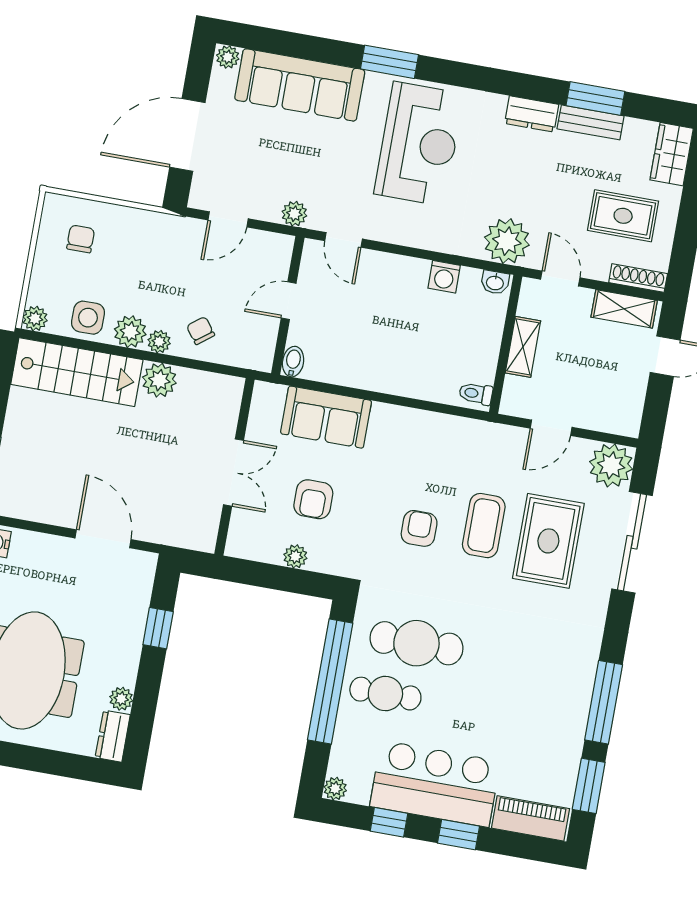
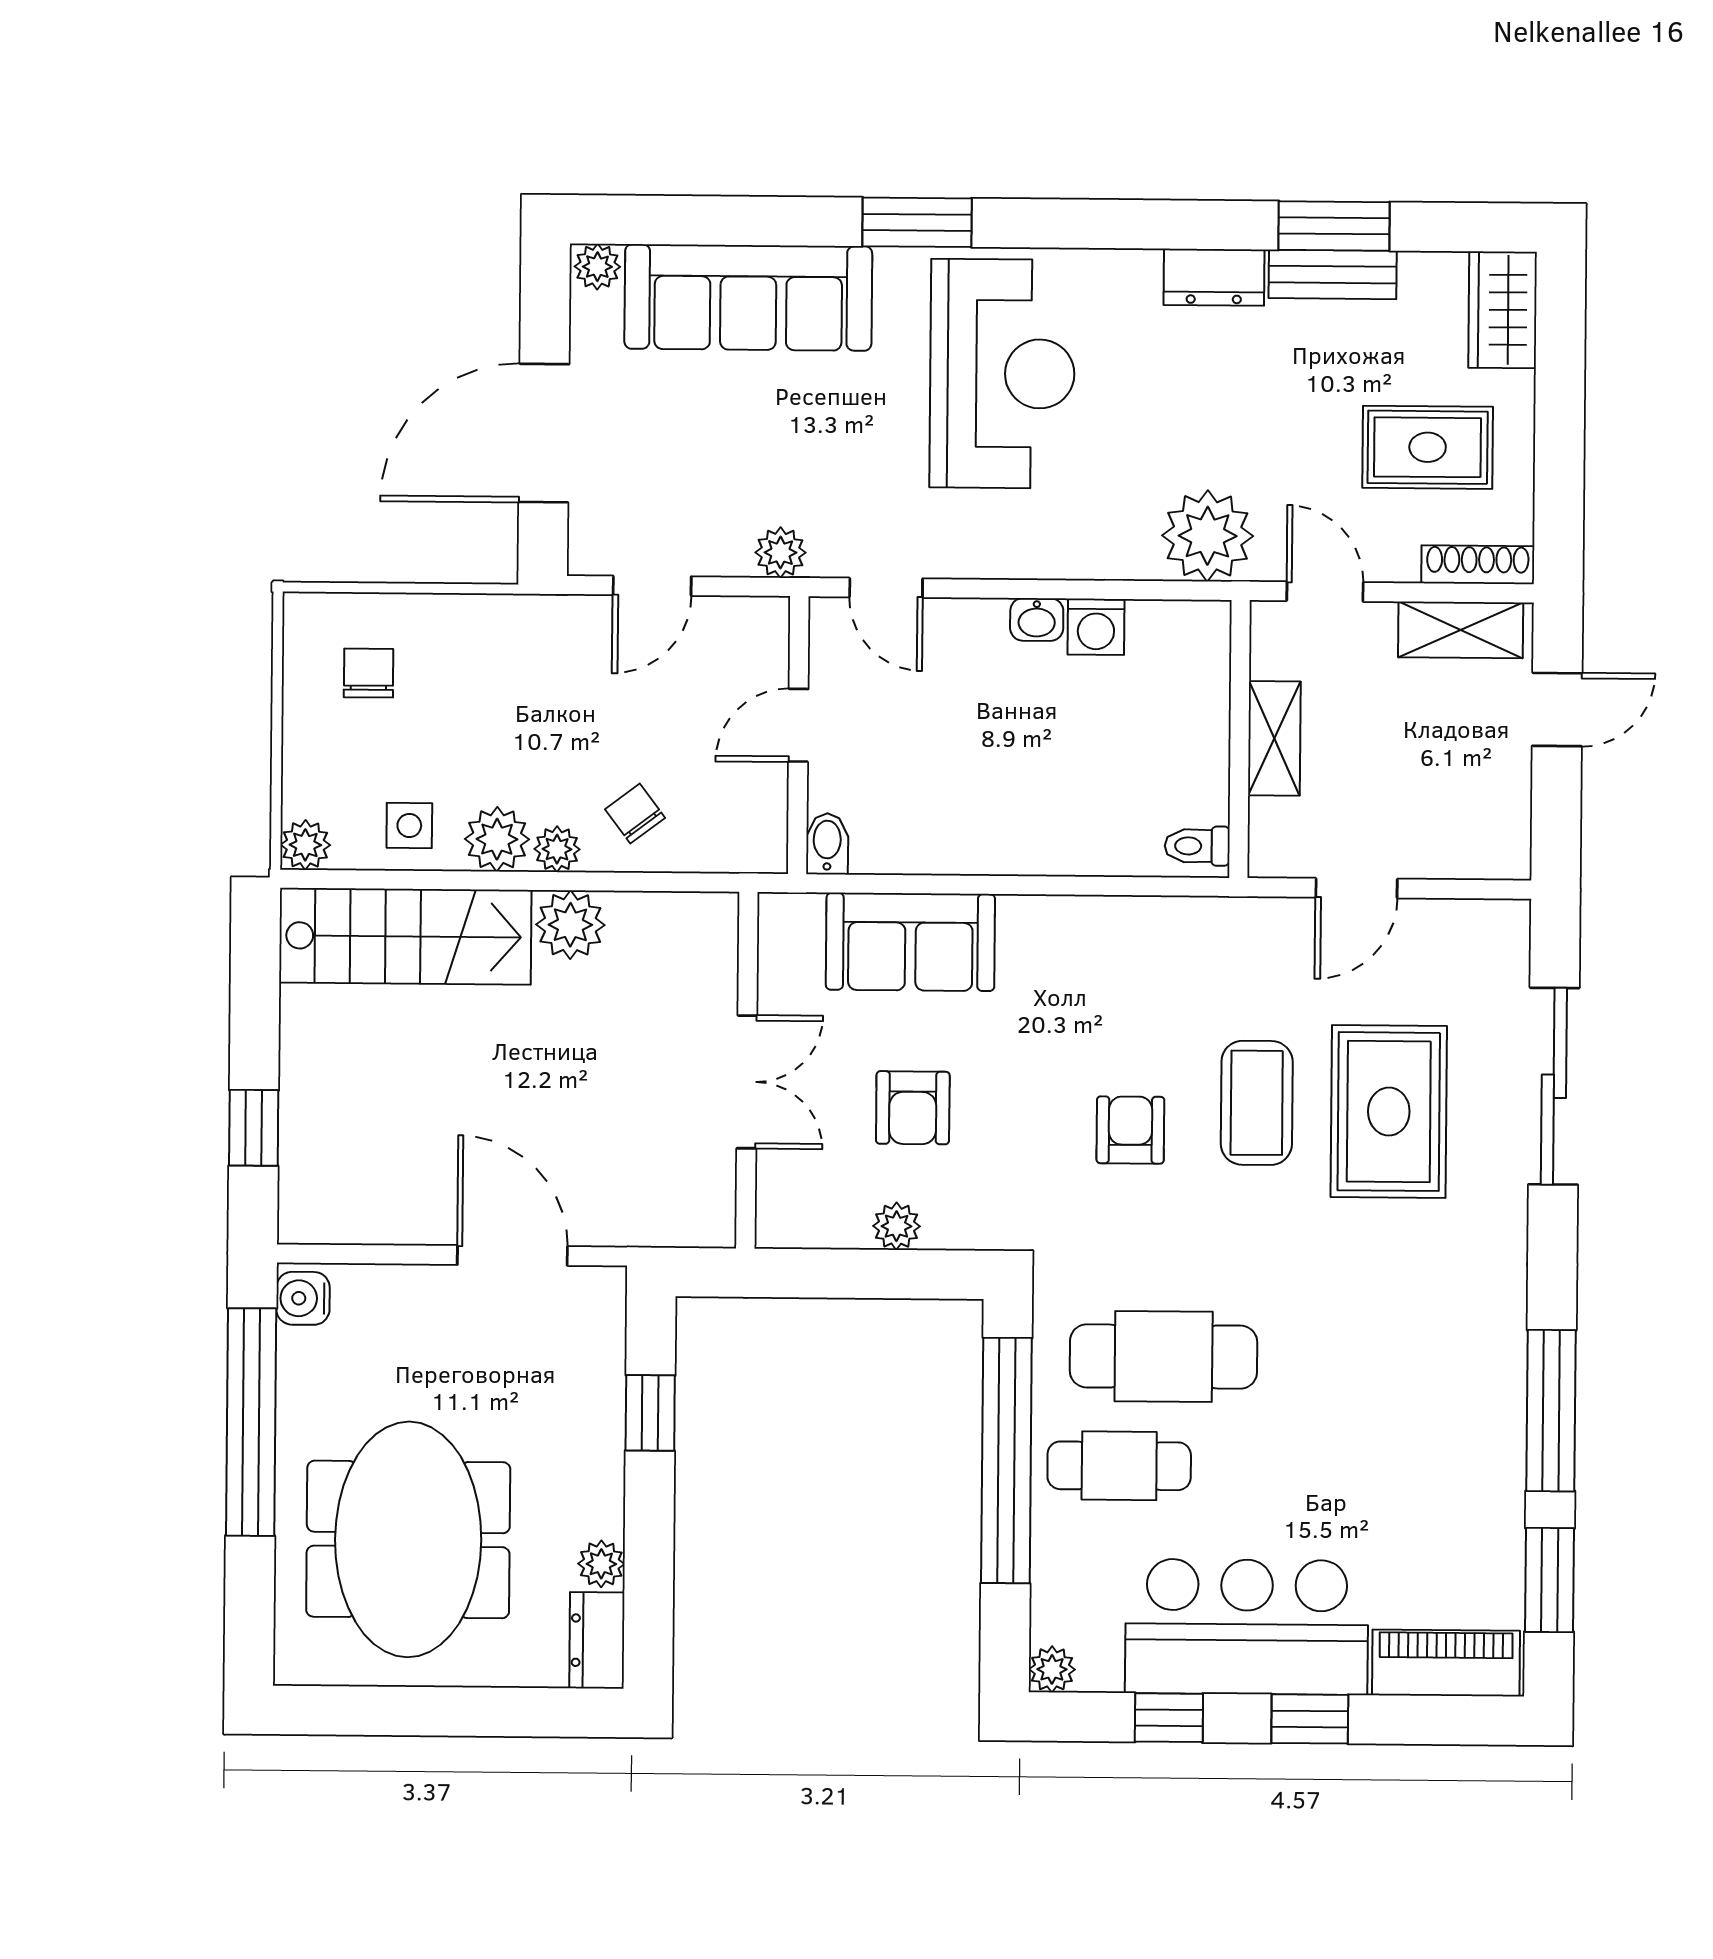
washbasin: (495, 282) -> (1037, 620), moved
side table: (88, 318) -> (409, 826), width x0.73, depth x0.73
plant: (611, 465) -> (1487, 942), removed

